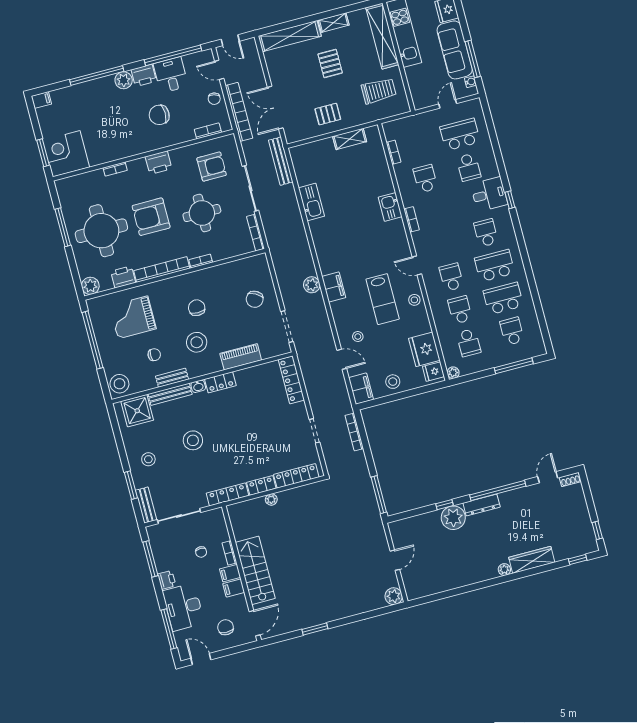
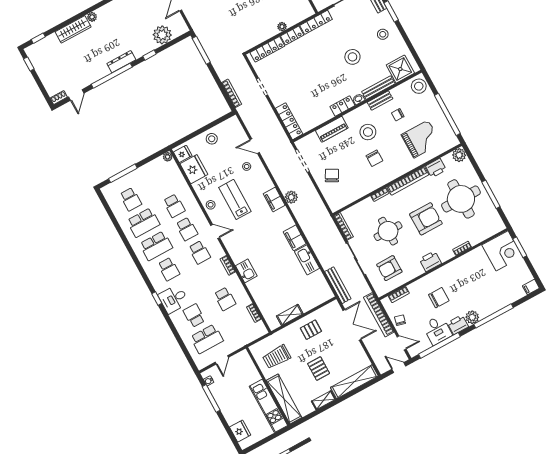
sofa: (455, 50) -> (227, 402), removed
school desk: (469, 343) -> (199, 252), moved, turned 180
filing cabinet: (361, 389) -> (295, 238), moved
plant: (453, 518) -> (162, 35), moved

